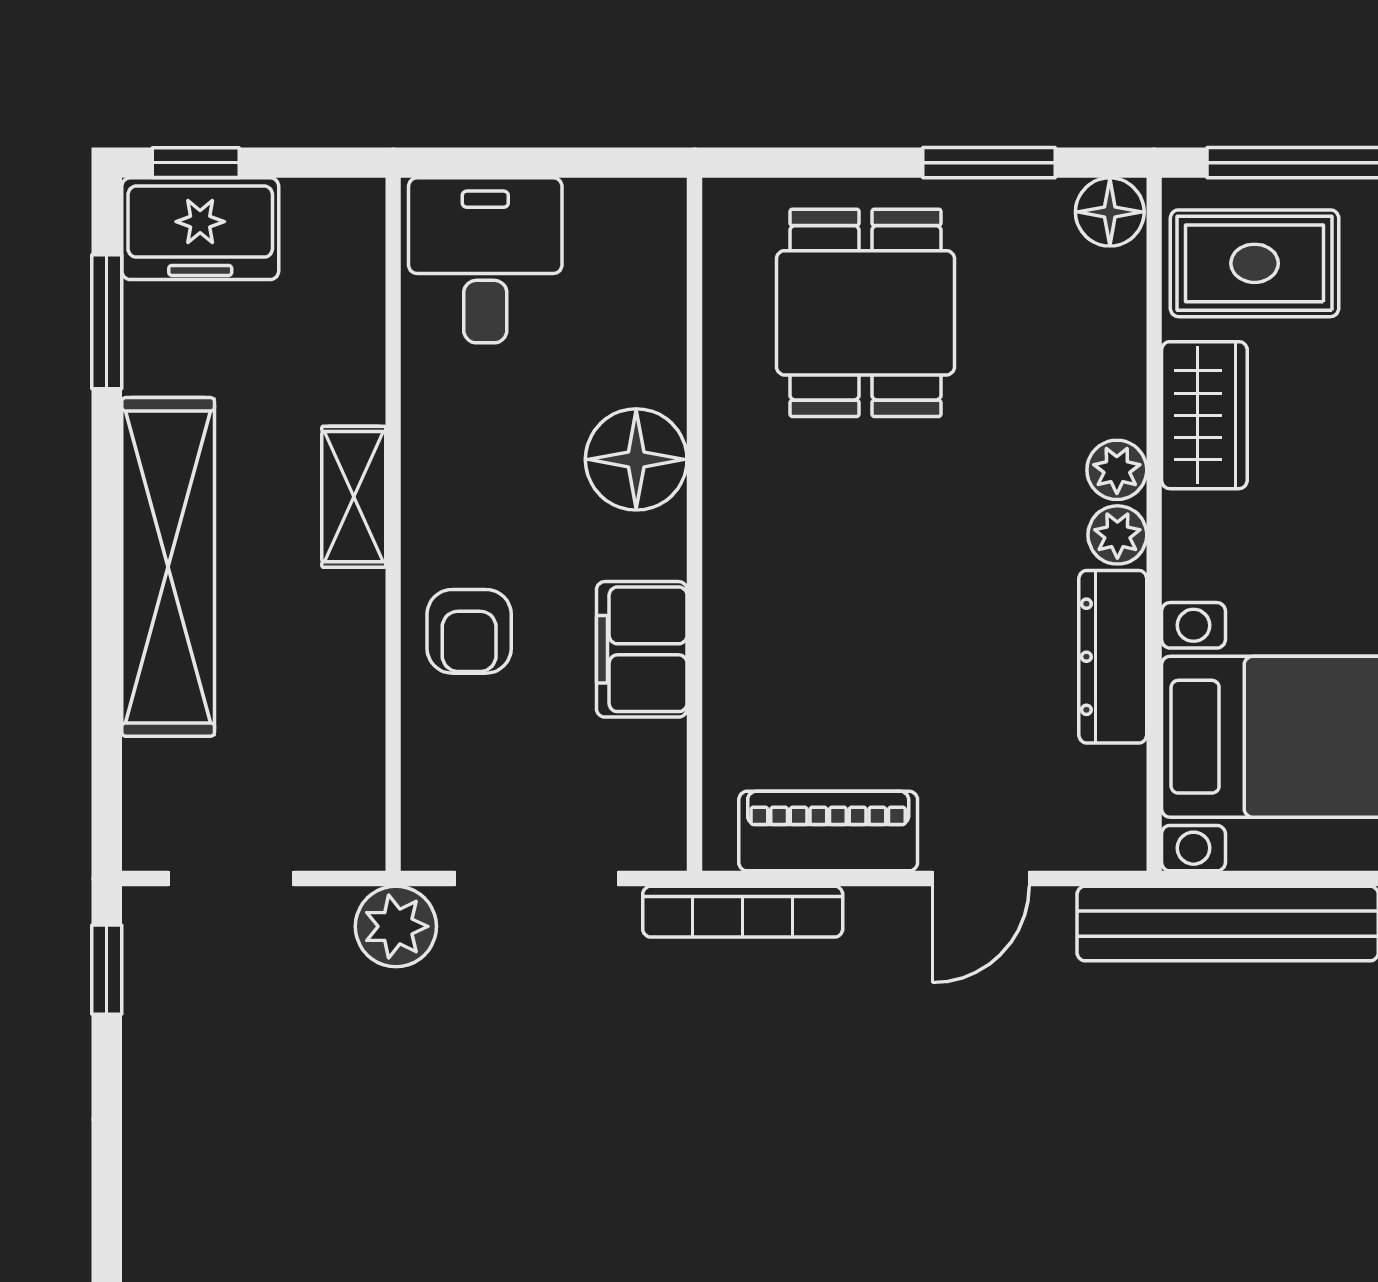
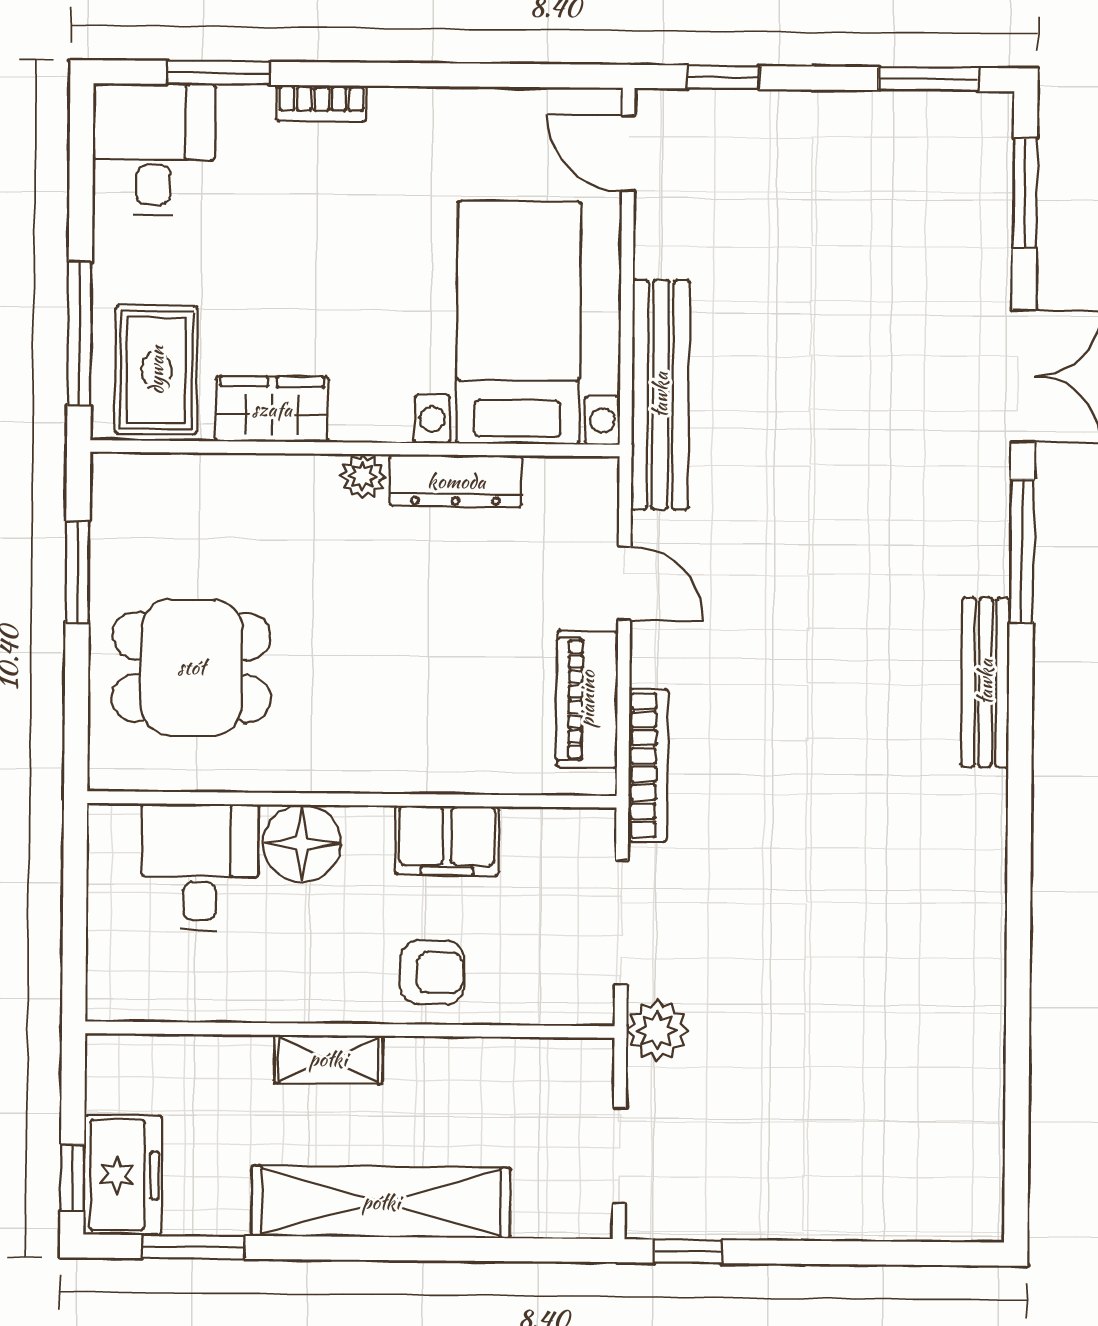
floor lamp: (1110, 212) -> (116, 480), removed
desk: (485, 260) -> (200, 867), moved, turned 90
plant: (1117, 470) -> (313, 476), removed

